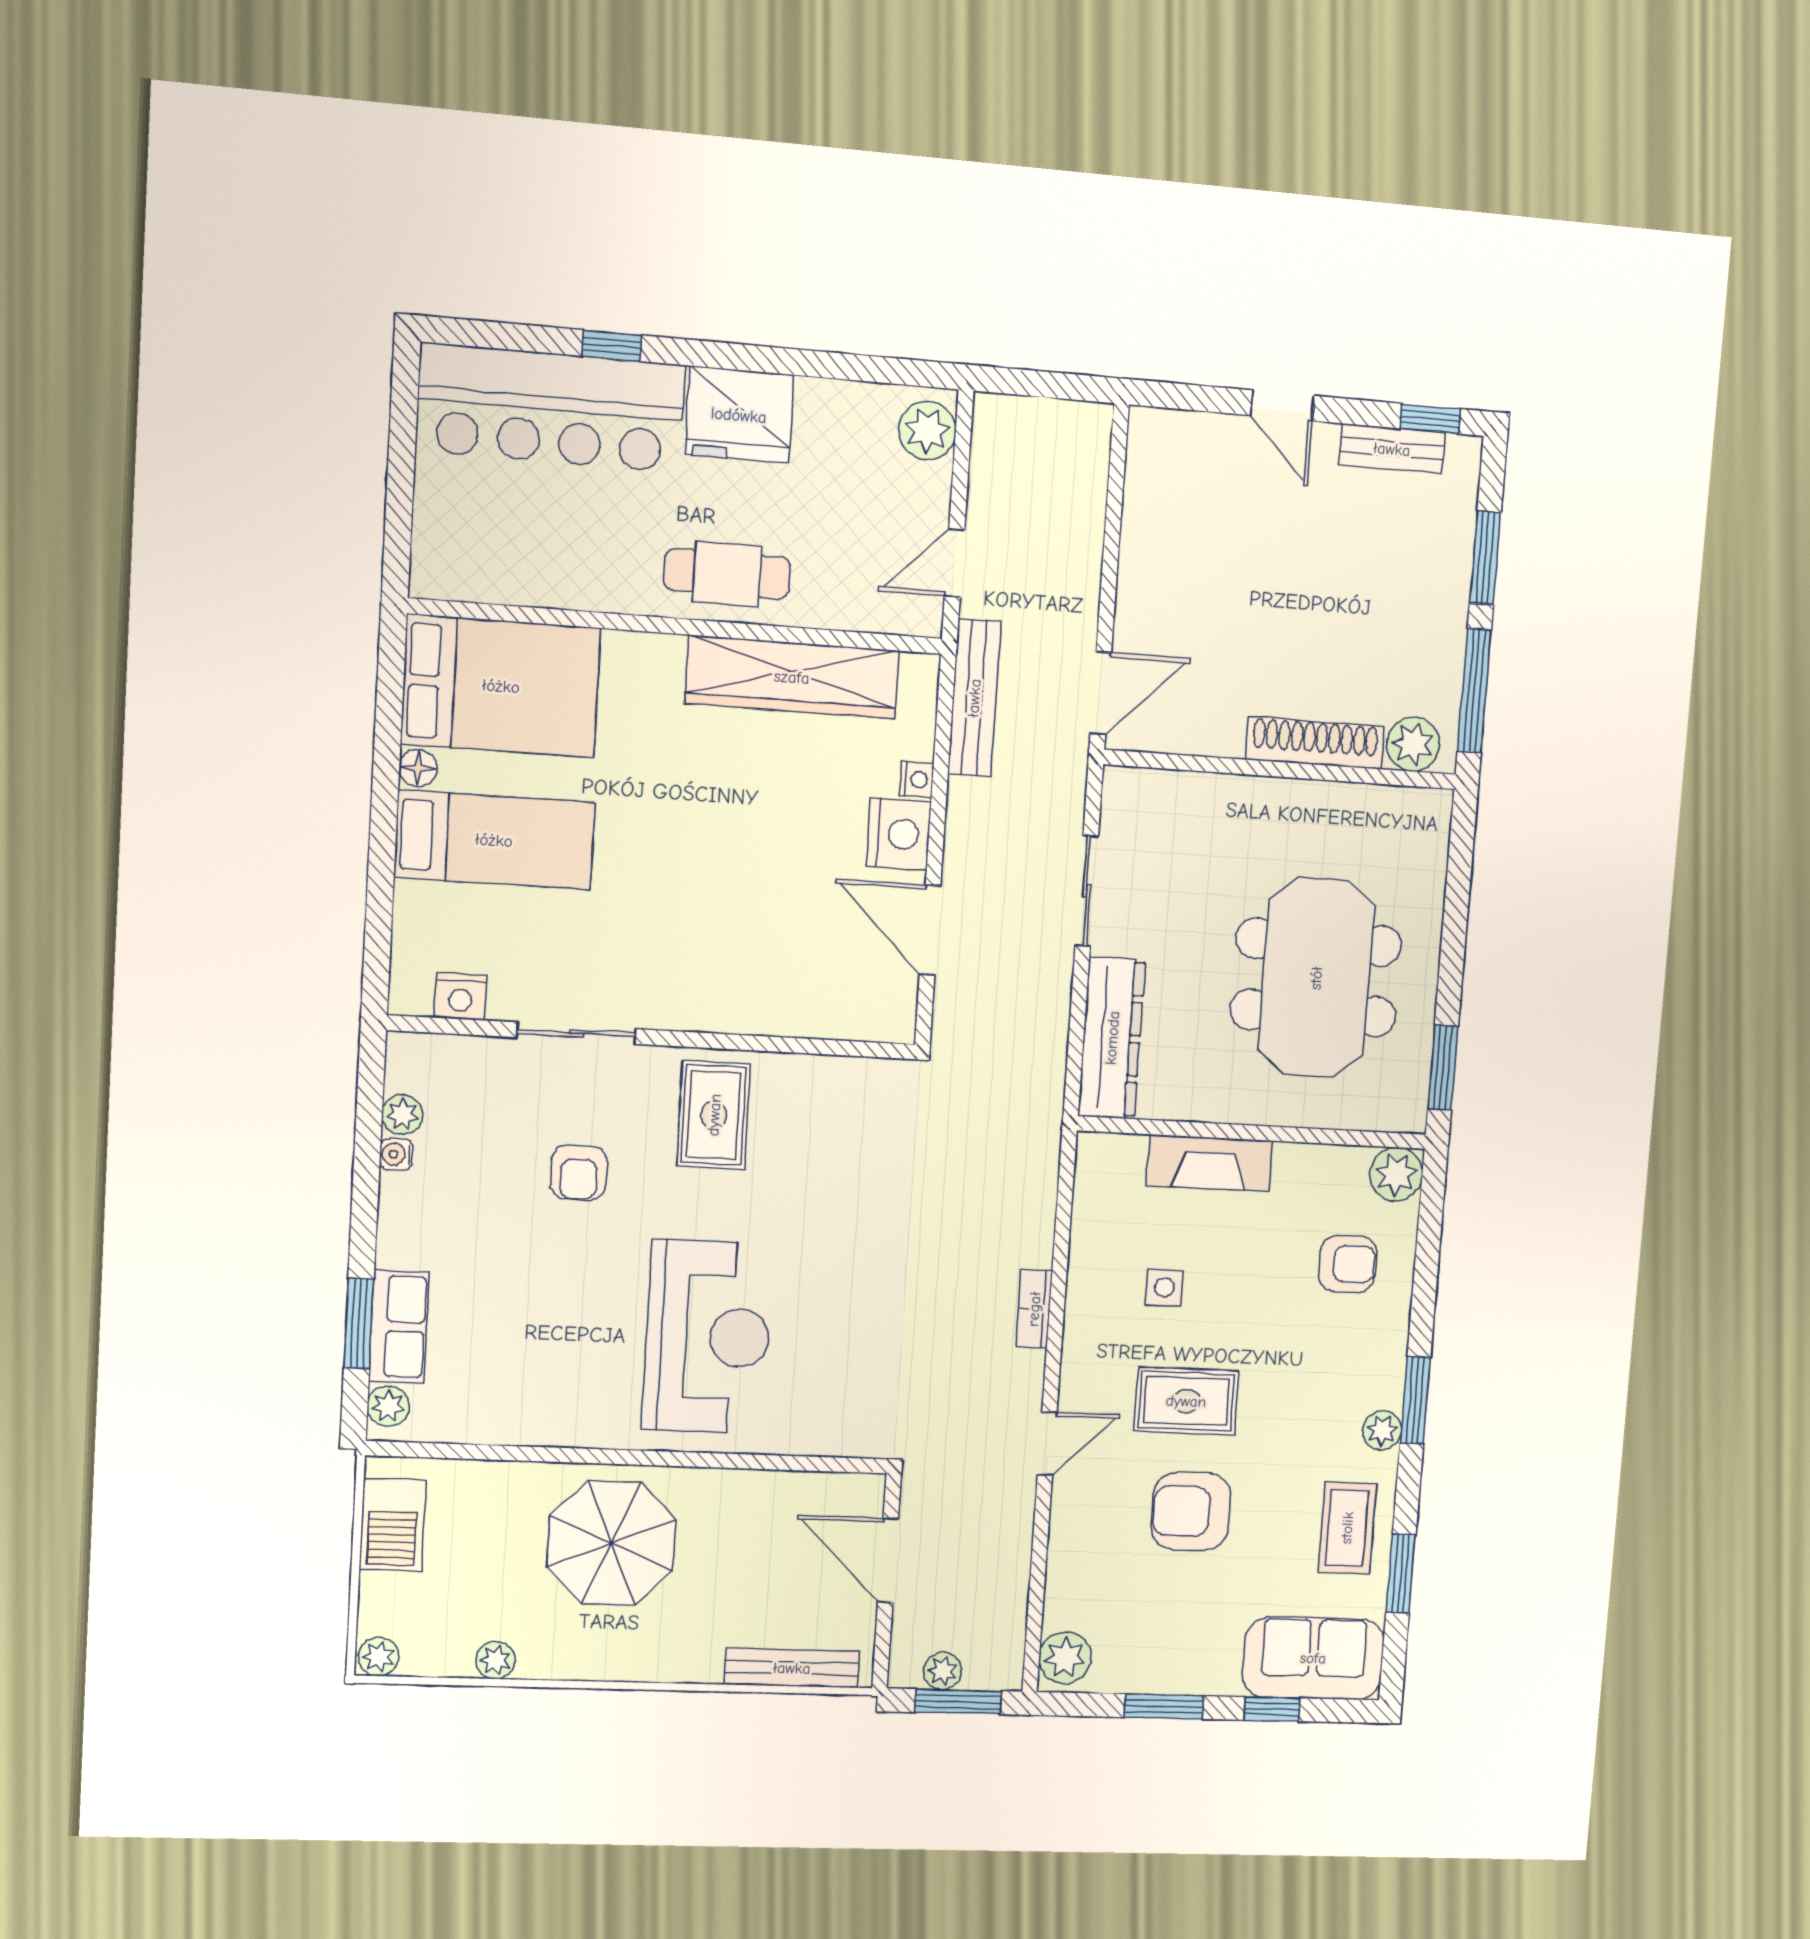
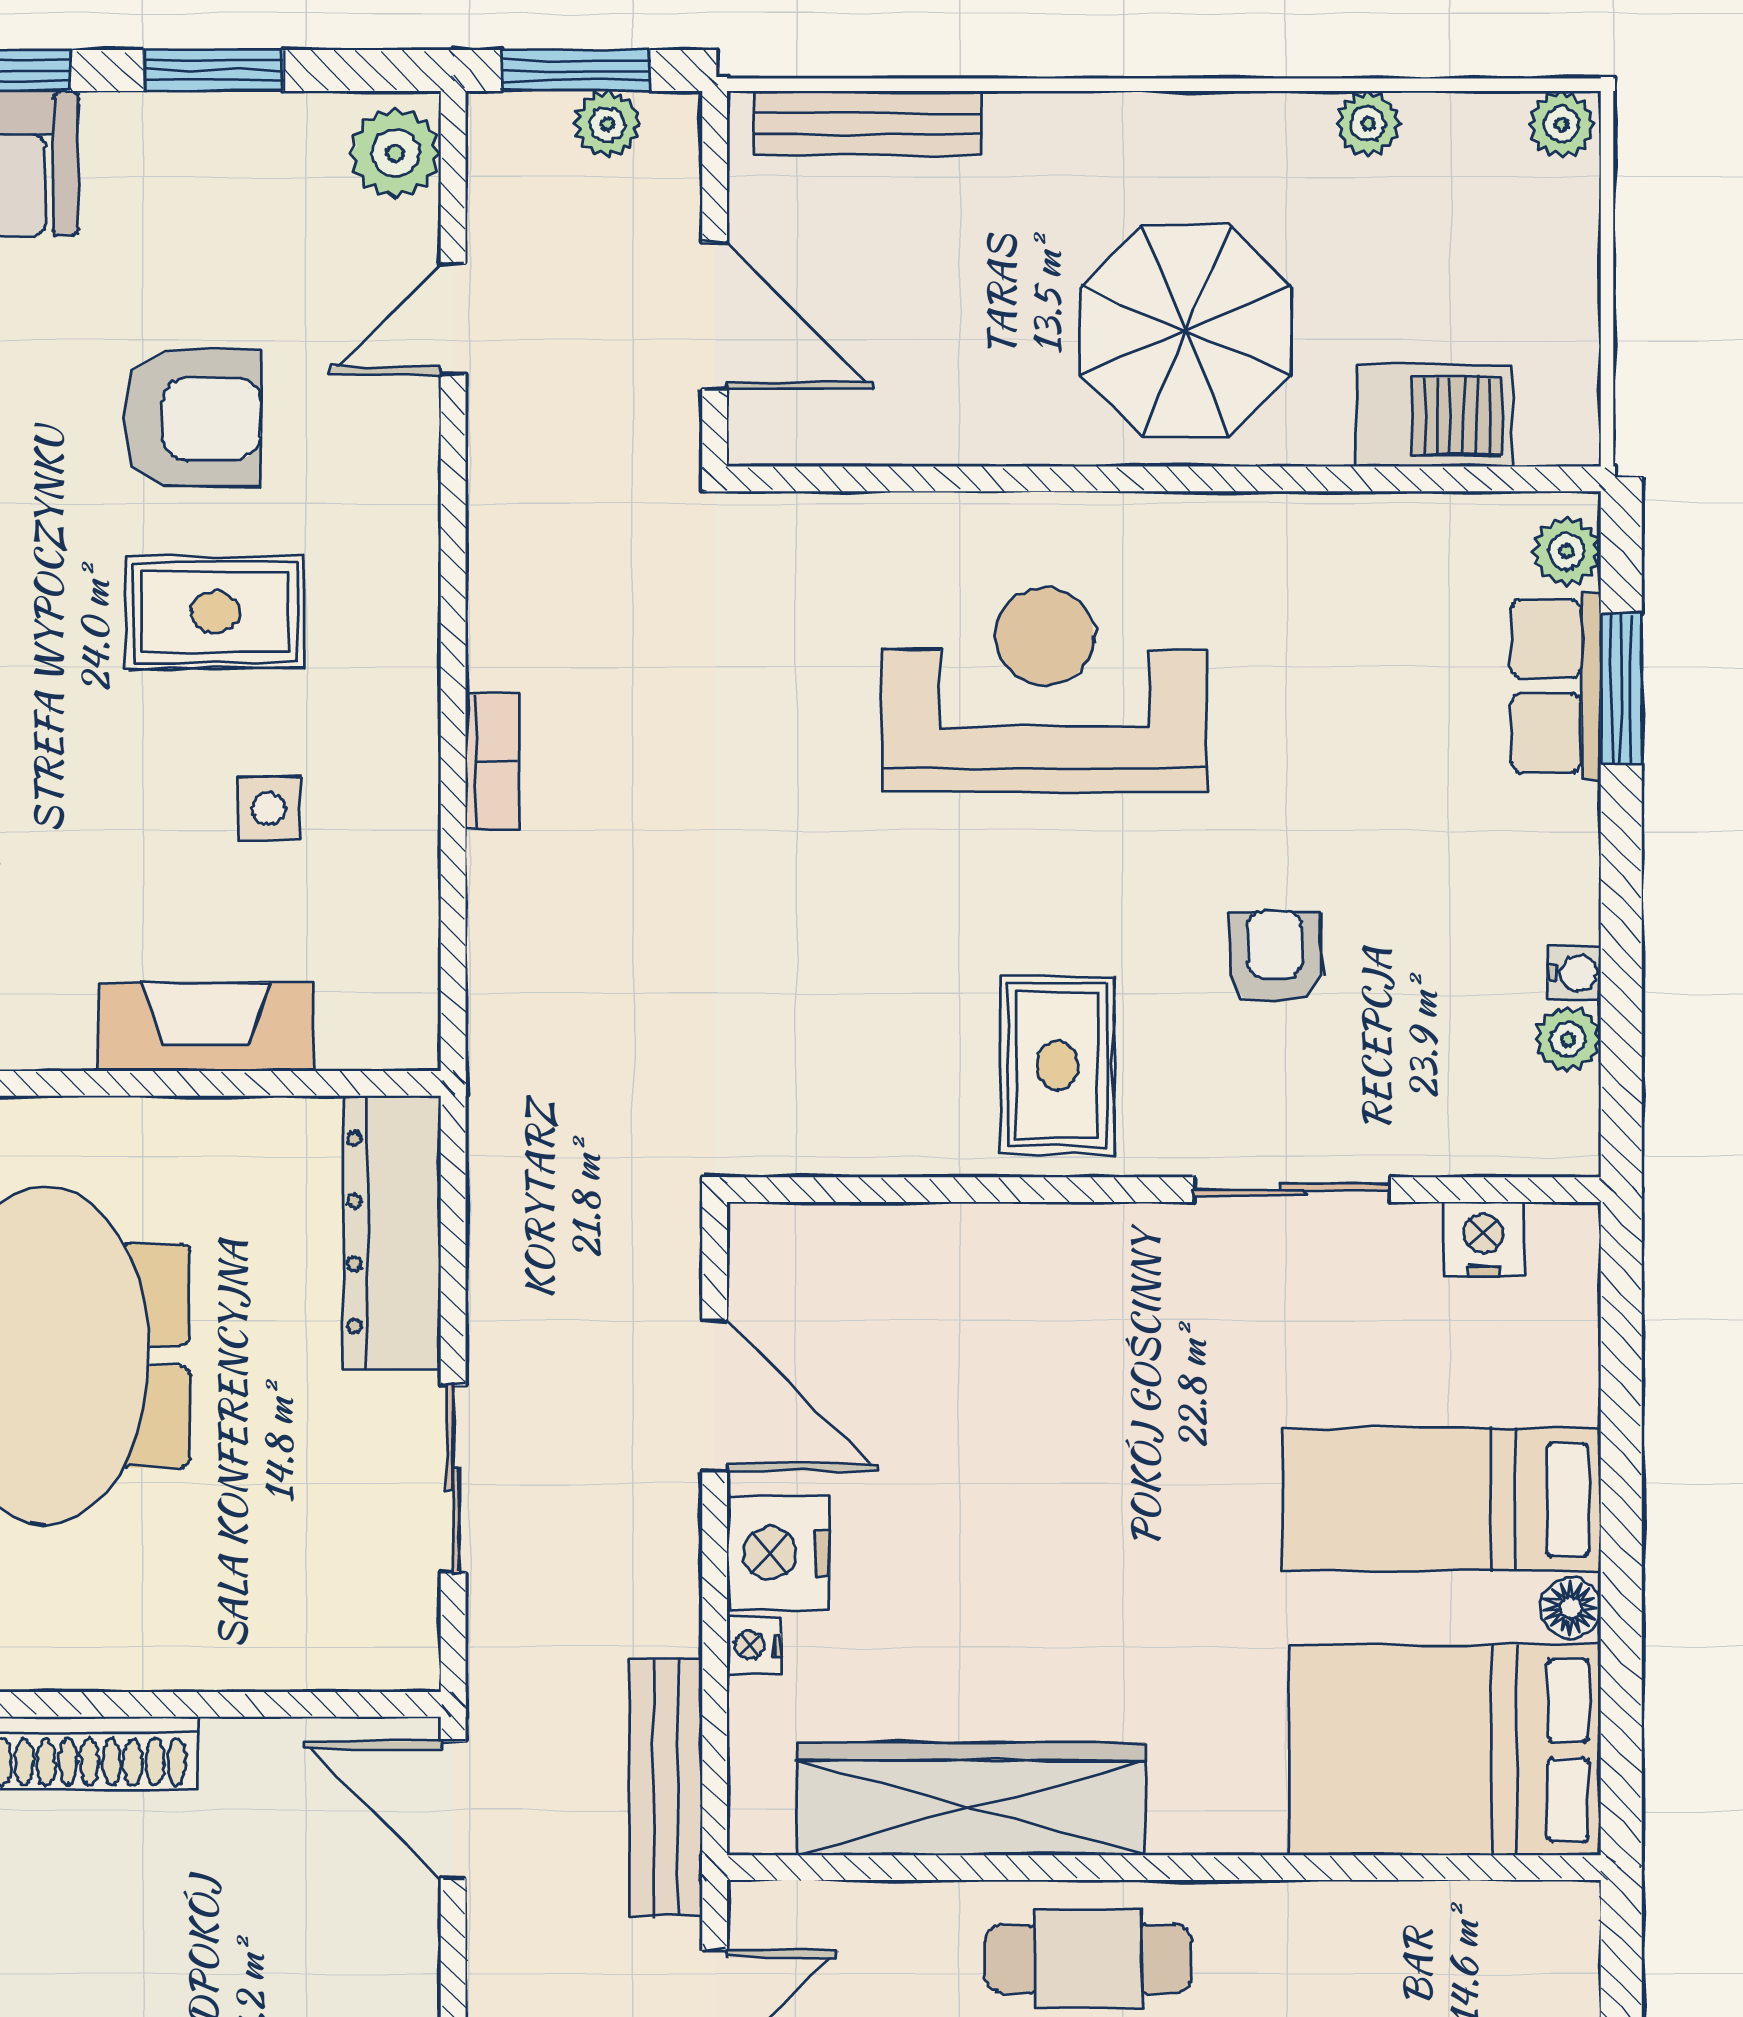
door: (1101, 693) -> (453, 1810), hinge flipped
reception desk: (708, 1337) -> (1045, 690), turned 90
door: (1047, 1444) -> (453, 319), moved
barbecue: (393, 1525) -> (1434, 416), moved, turned 90

